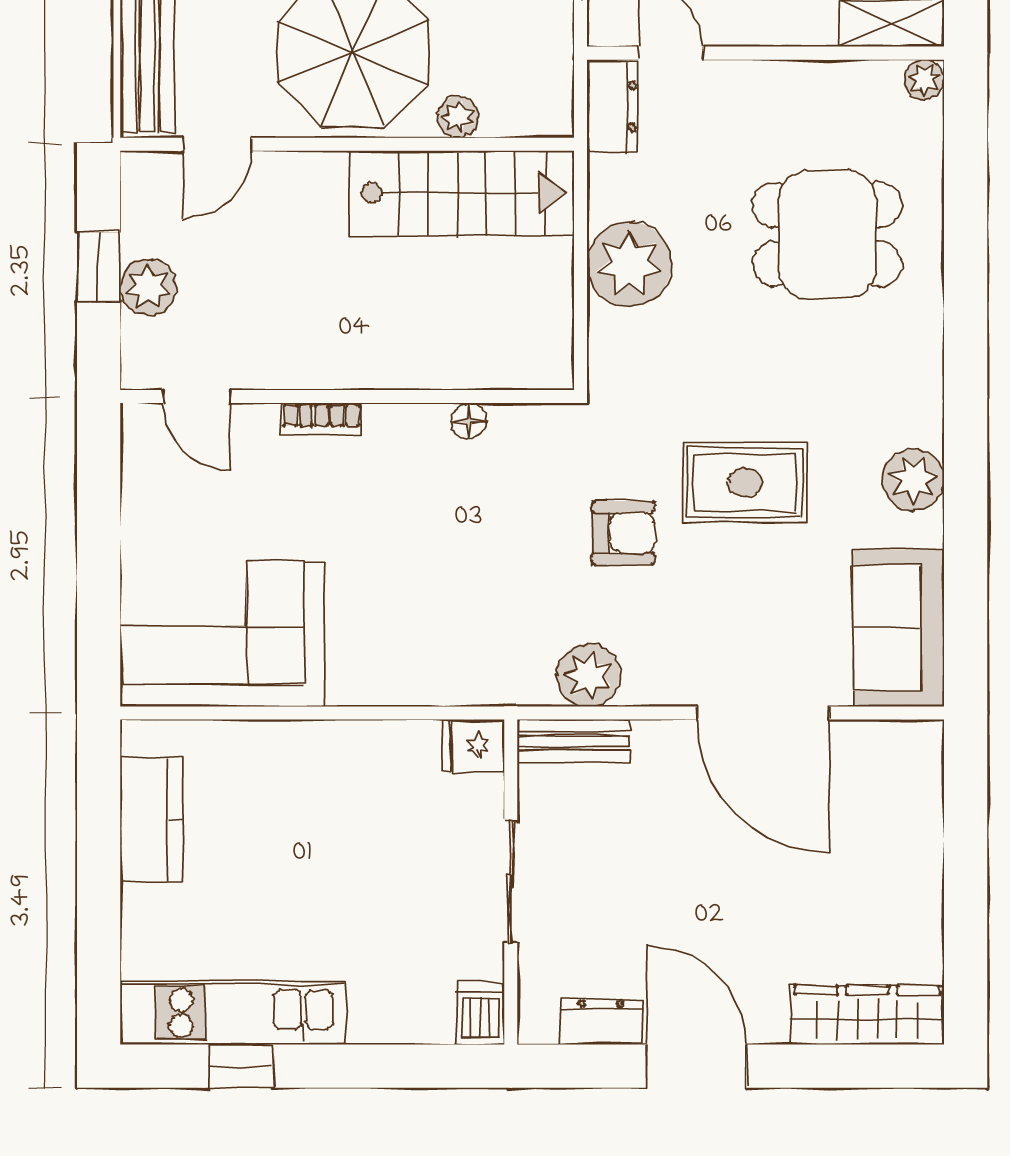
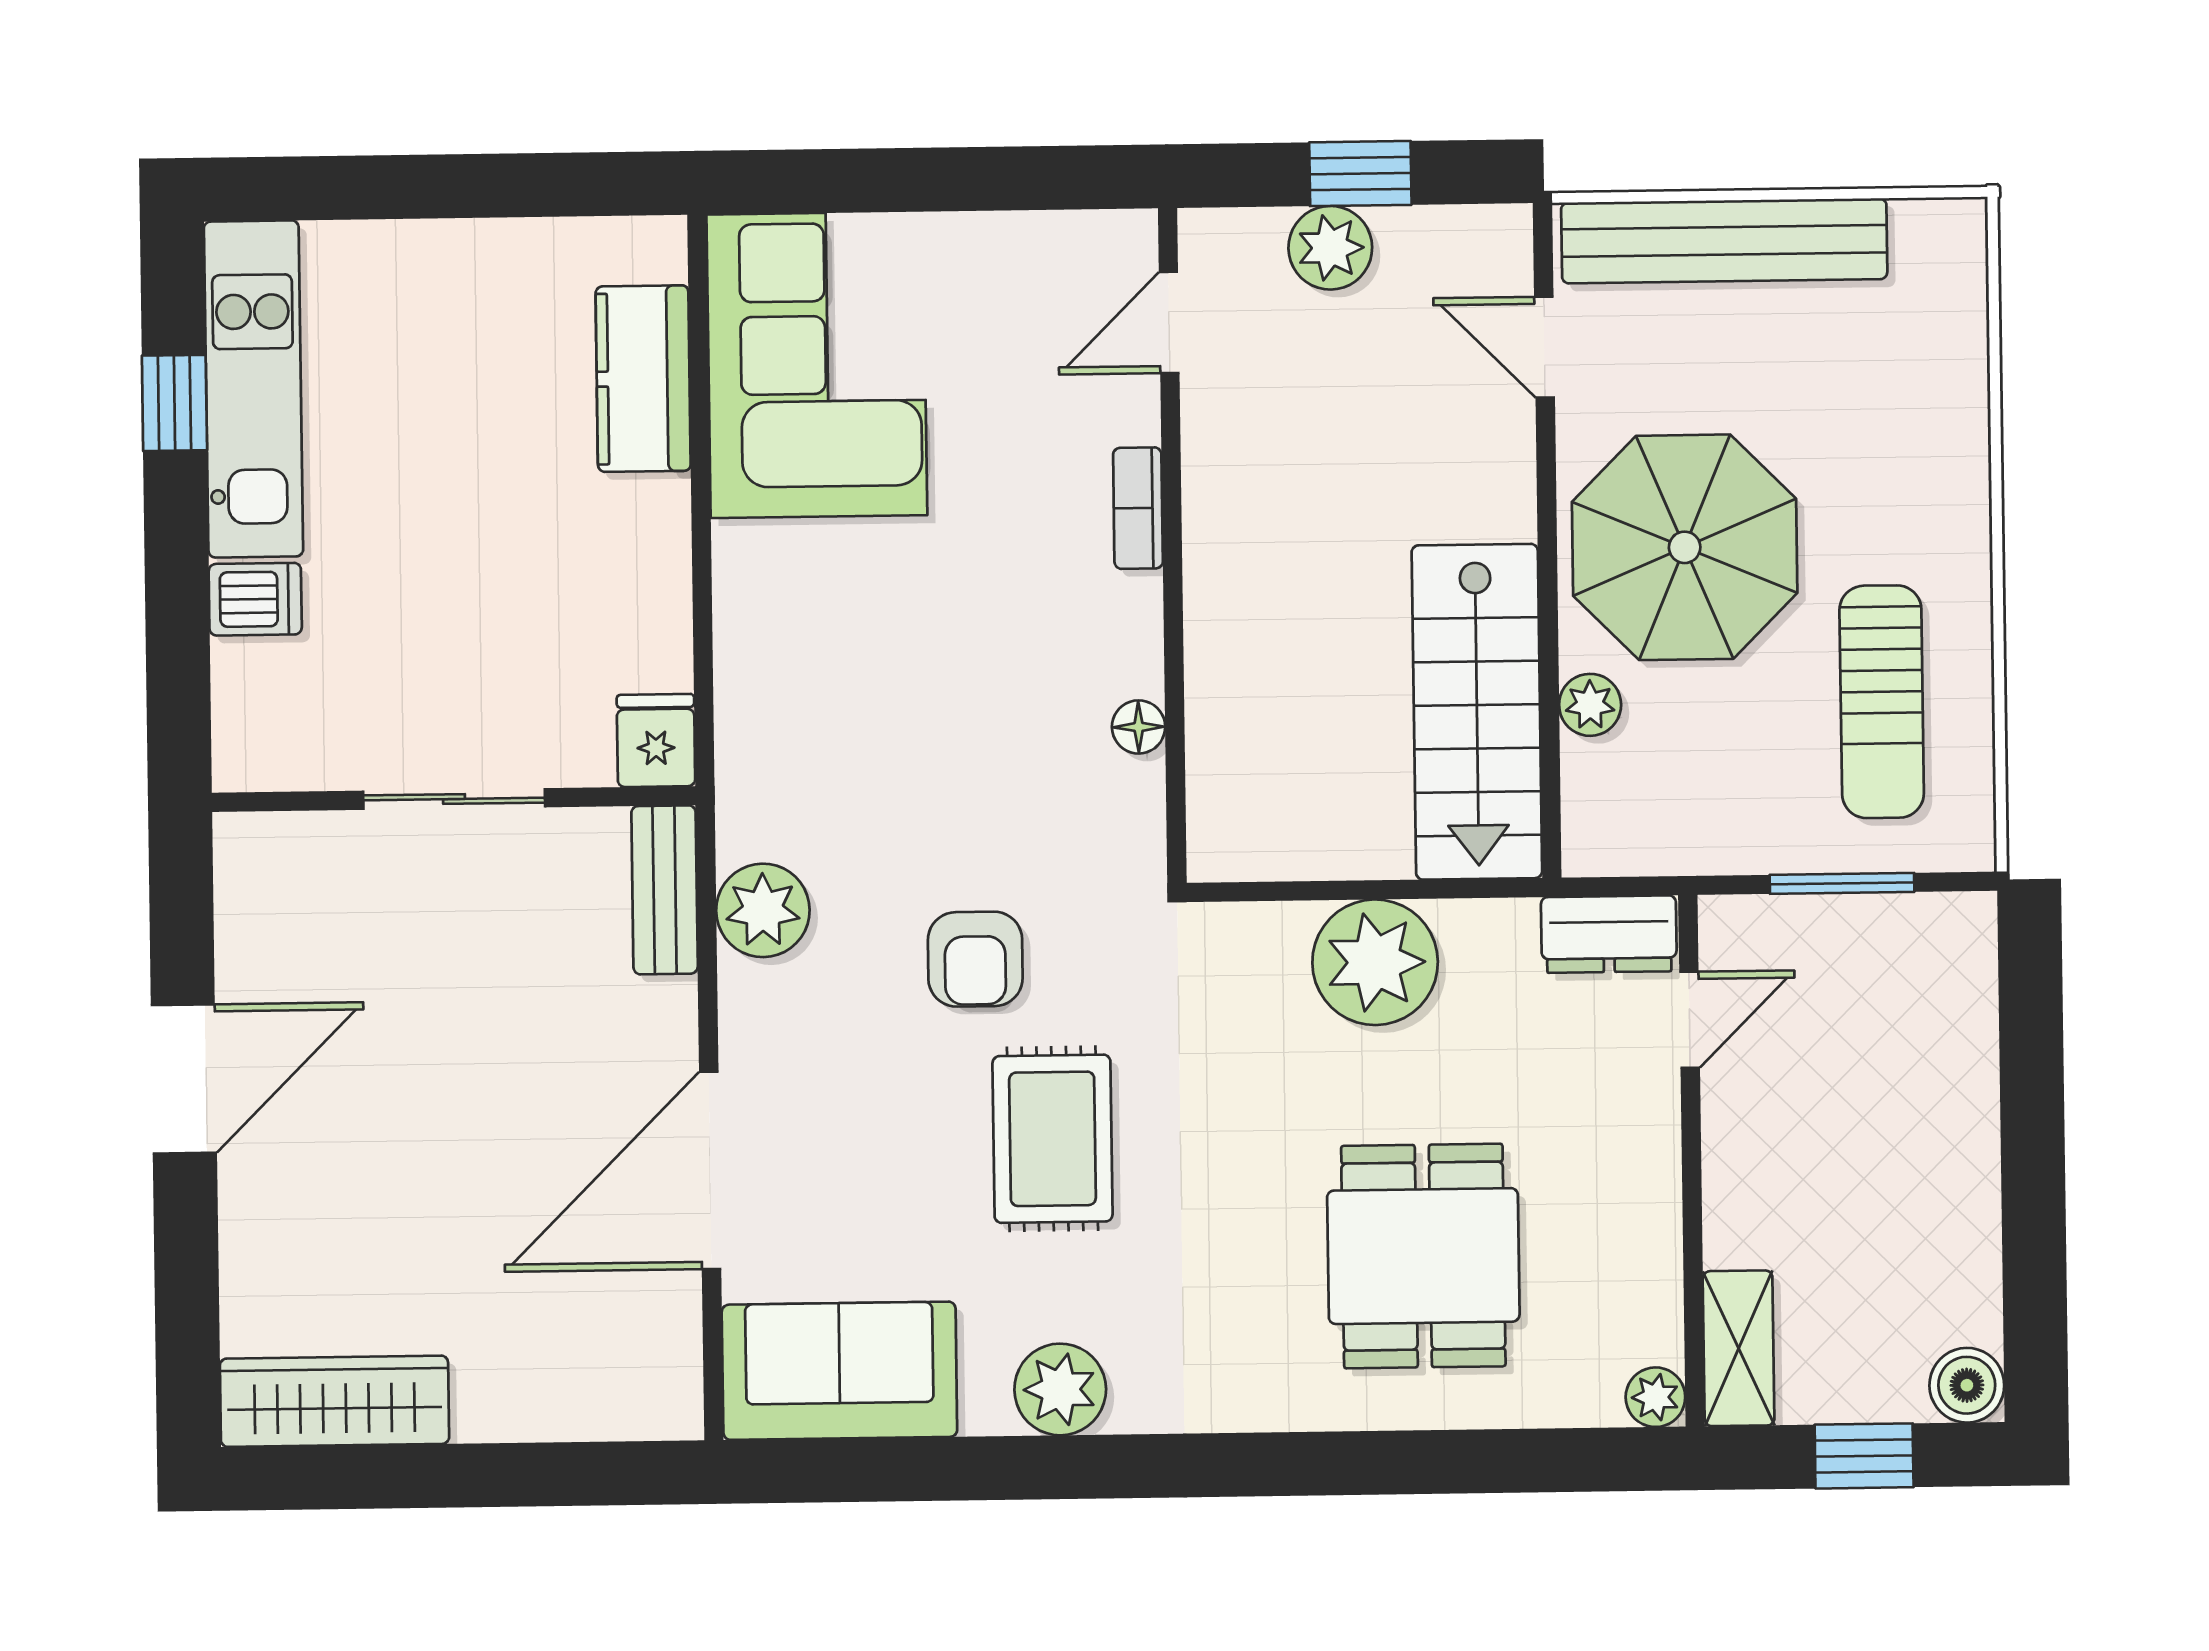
kitchen counter: (151, 820) -> (643, 379), moved, turned 90
dishwasher: (480, 1014) -> (255, 599), moved
wardrobe: (867, 1015) -> (334, 1401), moved, turned -90
dresser: (601, 1022) -> (248, 936), removed

